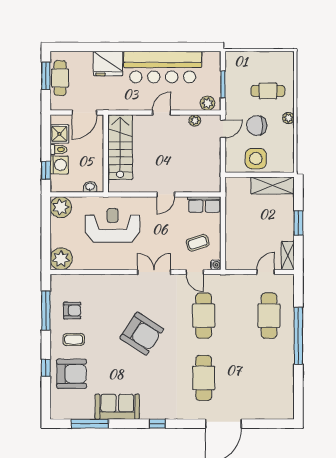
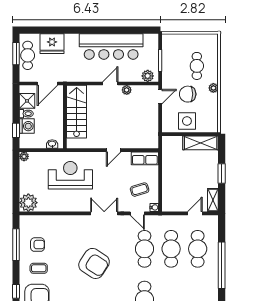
fridge: (108, 64) -> (52, 44), moved
cafe table: (268, 91) -> (197, 66), turned 90
plant: (195, 120) -> (127, 90), moved
plant: (61, 207) -> (24, 156), width x0.53, depth x0.53
cafe table: (236, 316) -> (171, 249), added

